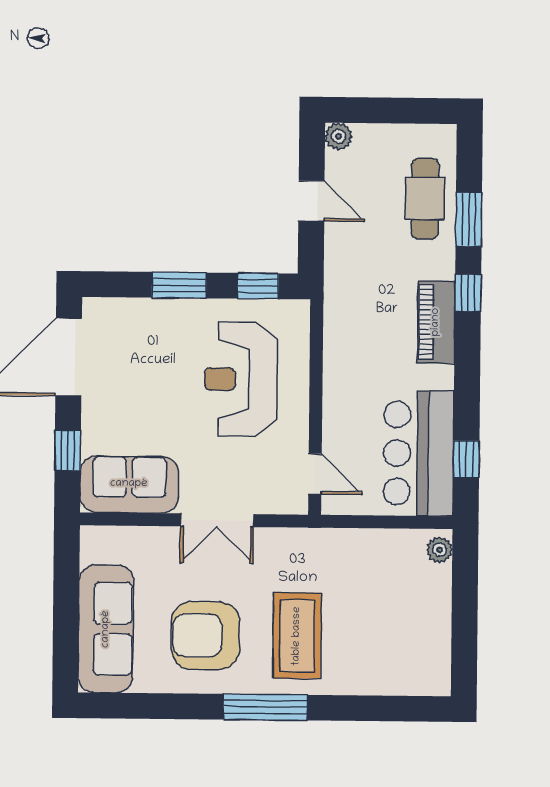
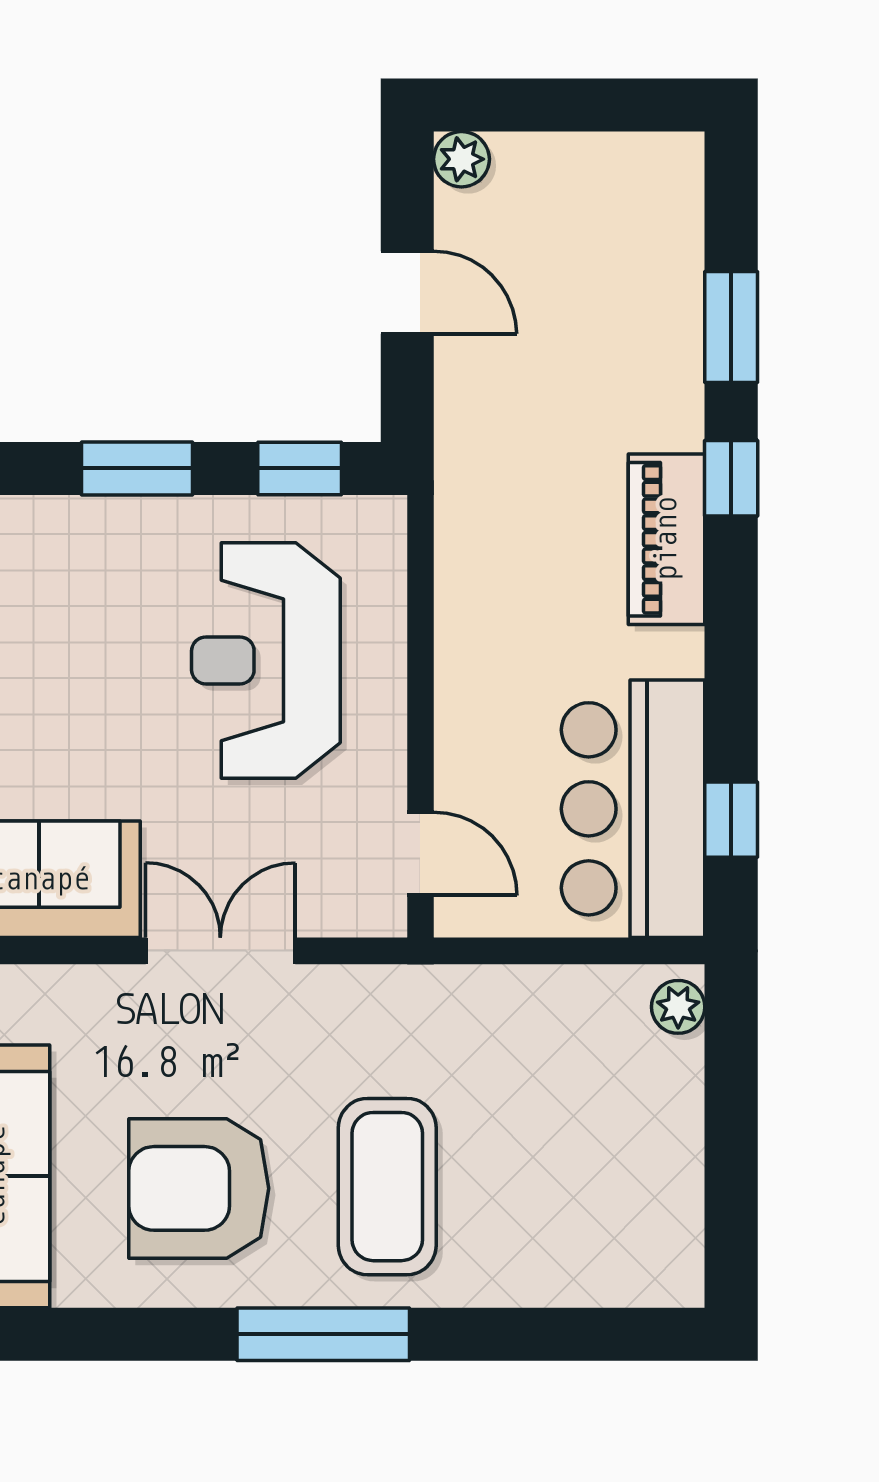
cafe table: (425, 199) -> (641, 285), removed
double door: (217, 520) -> (220, 951), swing flipped

